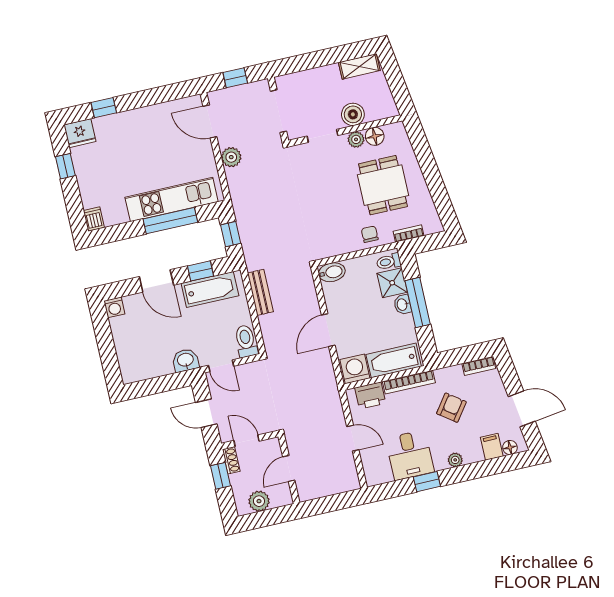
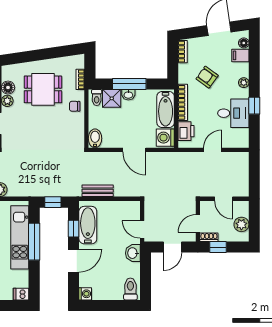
toilet: (246, 341) -> (130, 289), moved, turned 90
door: (221, 366) -> (142, 229), swing flipped

